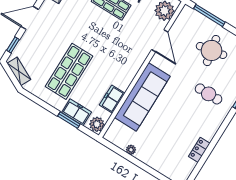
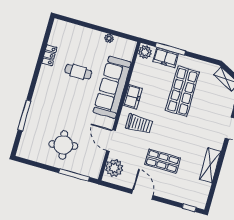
trolley: (125, 50) -> (139, 124), added
cafe table: (209, 94) -> (78, 72), moved
freezer: (112, 99) -> (133, 97), moved
window: (69, 120) -> (170, 49), width x1.44

